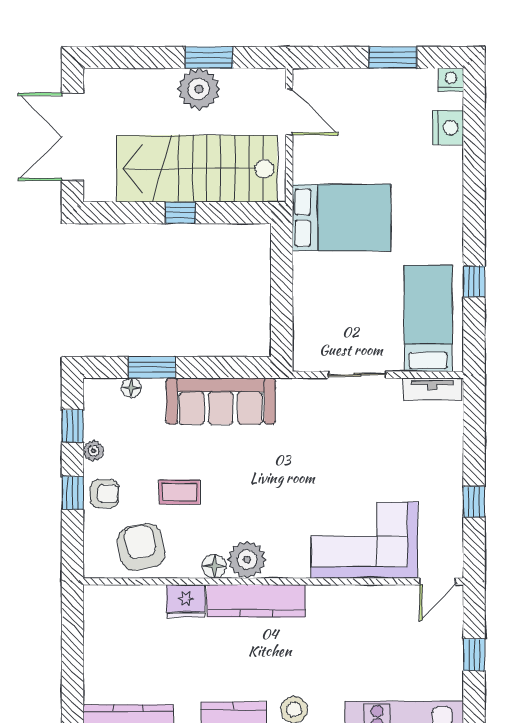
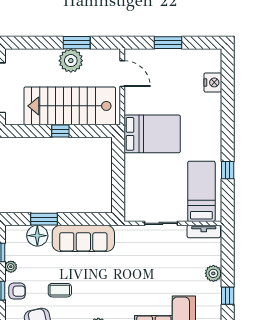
window: (393, 57) -> (168, 43), moved
nightstand: (451, 80) -> (214, 55), removed
floor lamp: (131, 388) -> (37, 236), width x1.89, depth x1.89
plant: (449, 463) -> (213, 273), added

